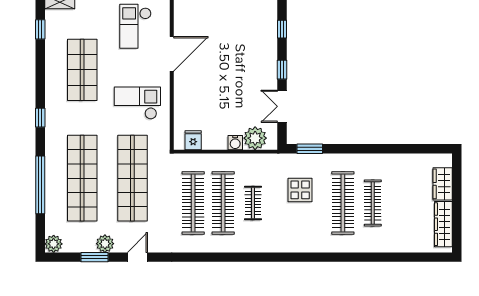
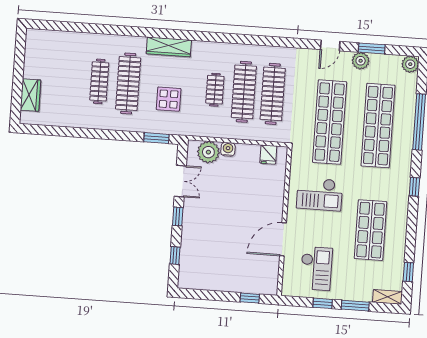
wardrobe: (443, 224) -> (169, 47), moved, turned 90

